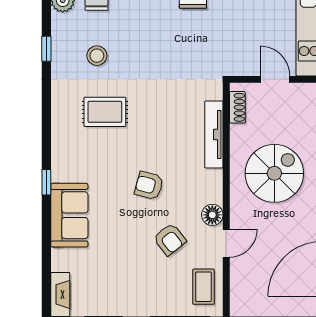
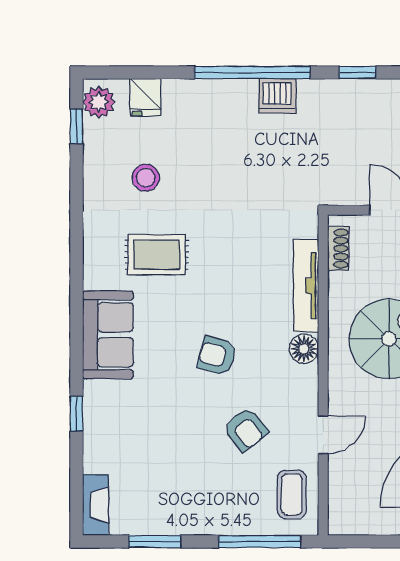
window: (46, 49) -> (76, 126), moved
window: (46, 182) -> (76, 414), moved
sofa: (69, 215) -> (108, 335), moved
floor lamp: (212, 215) -> (304, 349), moved

